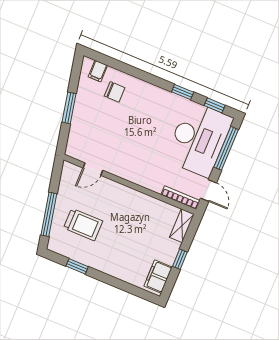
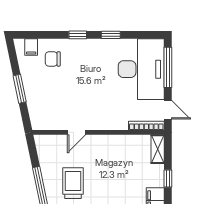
chair: (115, 92) -> (53, 59), turned 180
window: (215, 105) -> (78, 35), moved
door: (93, 169) -> (77, 132), moved
trolley: (83, 225) -> (73, 183), turned -90

